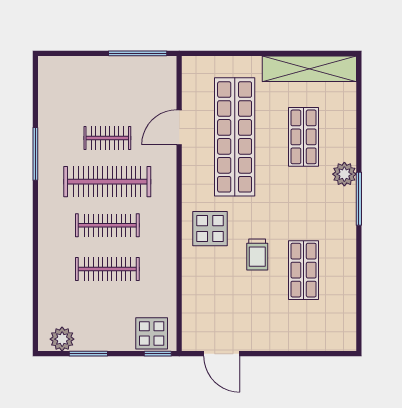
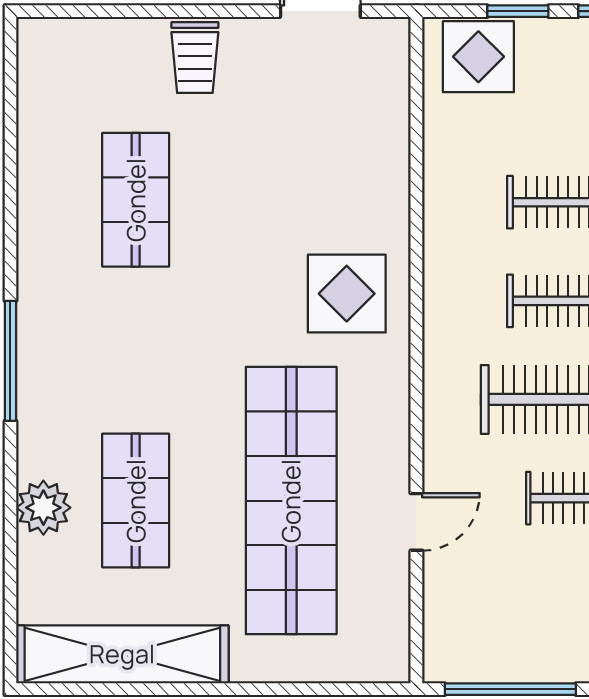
door: (179, 127) -> (416, 522), width x0.73
plant: (344, 174) -> (43, 508), moved
trolley: (257, 254) -> (195, 58), moved, turned 180
window: (158, 354) -> (518, 11), moved

